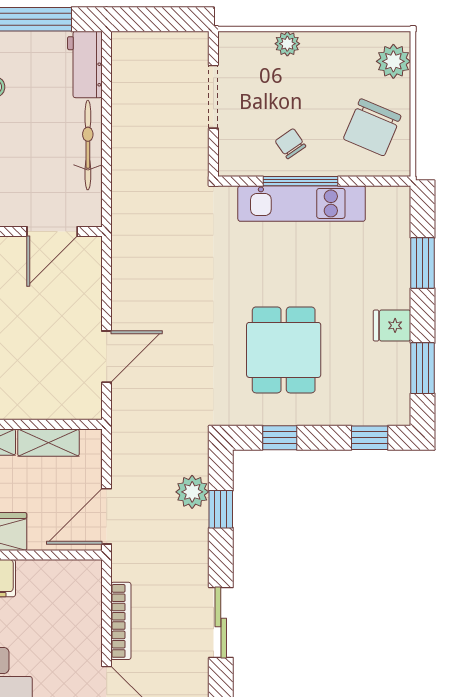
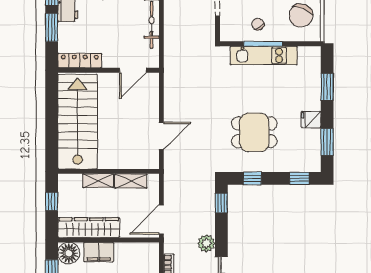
dining table: (284, 350) -> (254, 132), turned 90
plant: (192, 492) -> (206, 243), moved
window: (221, 509) -> (221, 203), moved

